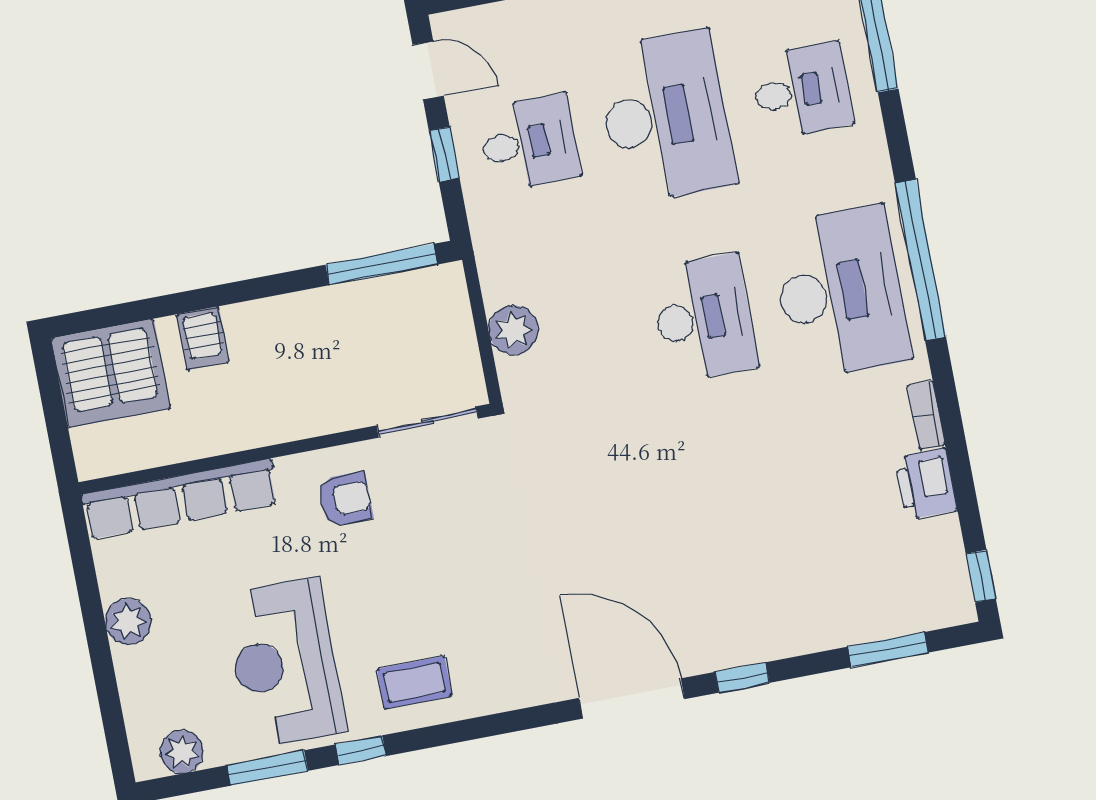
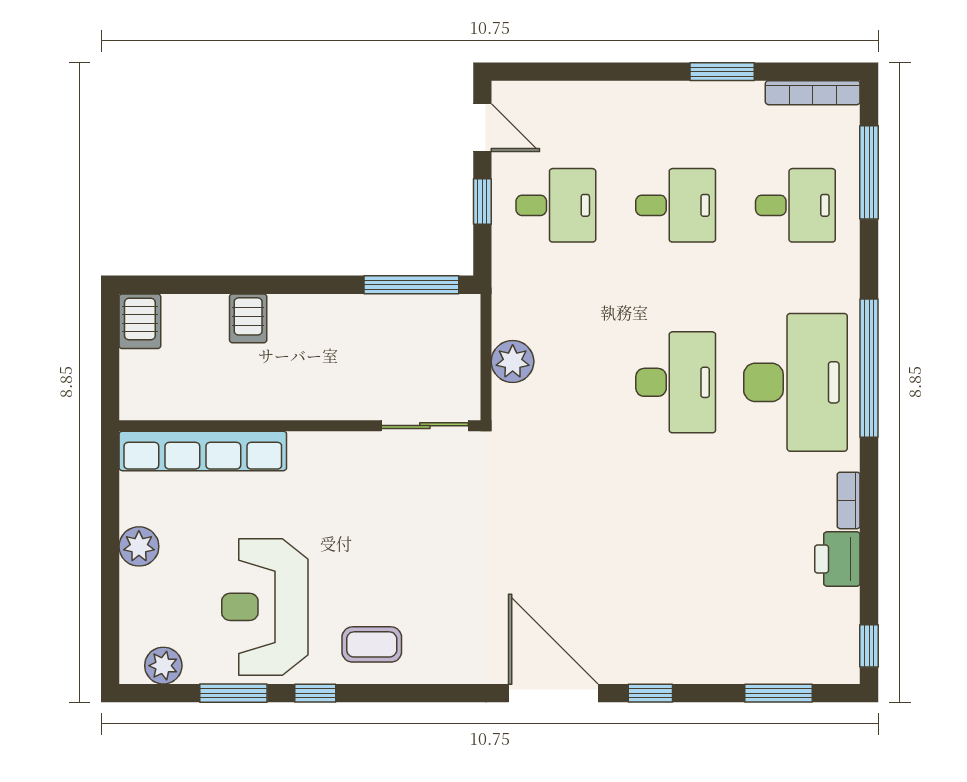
desk: (665, 117) -> (676, 205), width x0.53, depth x0.77
server rack: (111, 373) -> (140, 321), width x0.46, depth x0.70
armchair: (345, 499) -> (343, 478), removed

